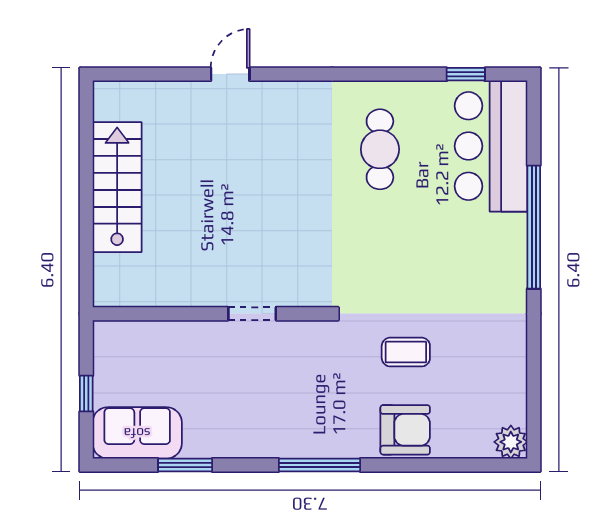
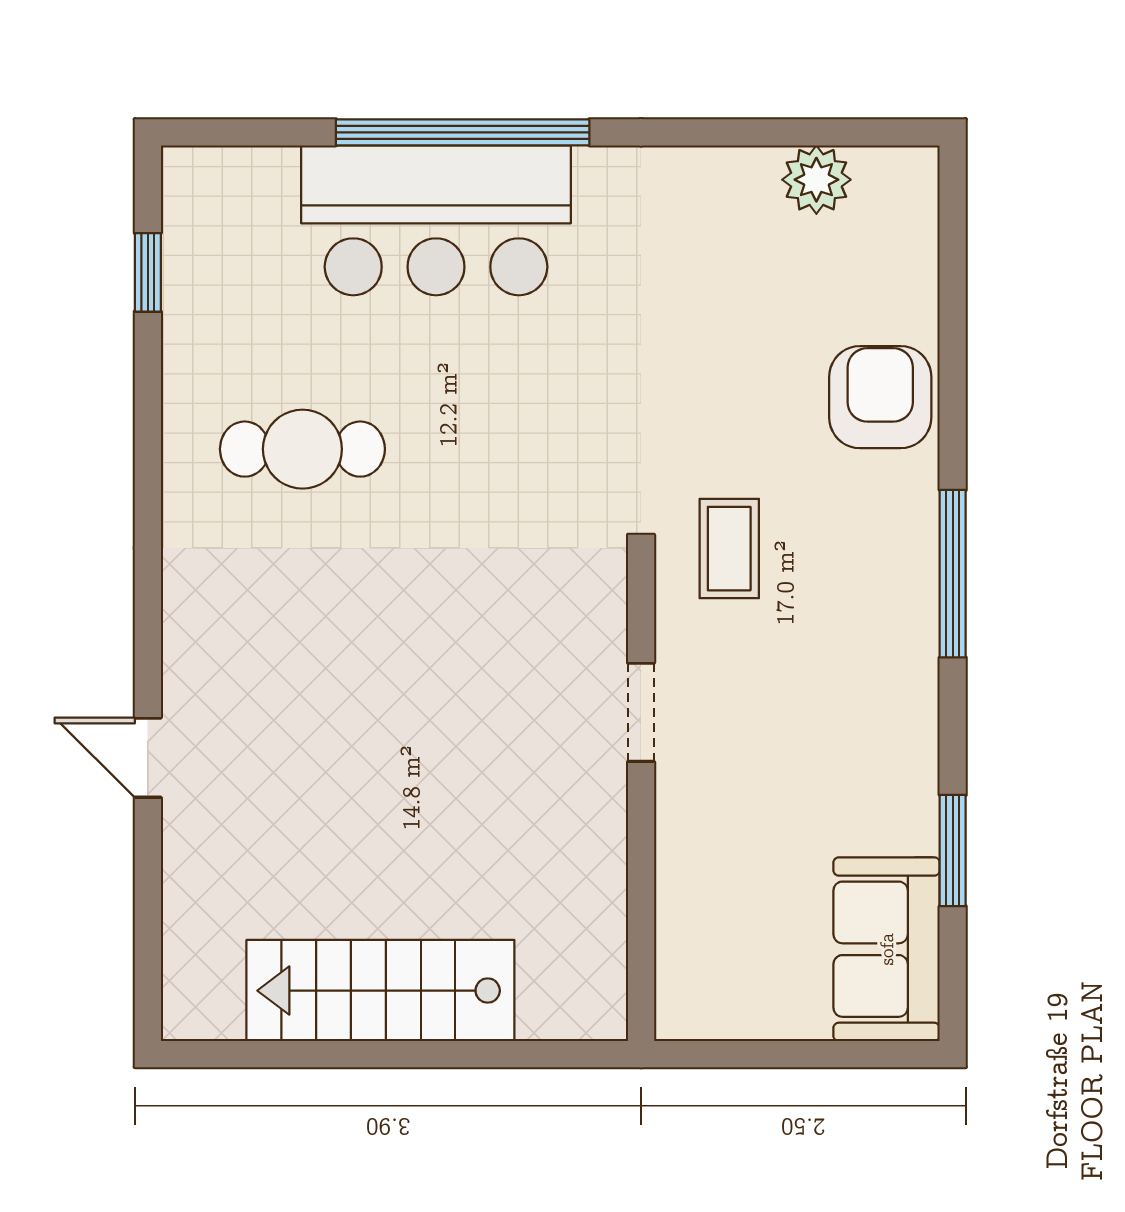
bar counter: (491, 146) -> (436, 220), moved
coffee table: (406, 352) -> (729, 549), moved
window: (86, 394) -> (806, 1054), removed
plant: (511, 442) -> (816, 180), moved

